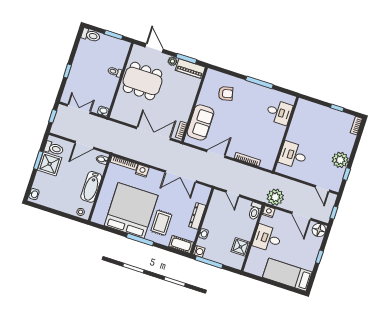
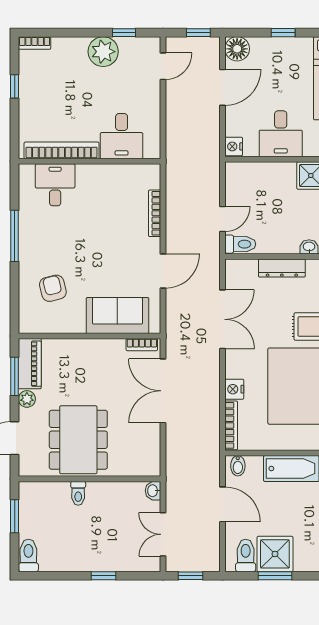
bookcase: (296, 121) -> (62, 150), added
door: (216, 154) -> (163, 271), swing flipped
plant: (275, 197) -> (205, 143), removed
toilet: (255, 211) -> (240, 244), moved

